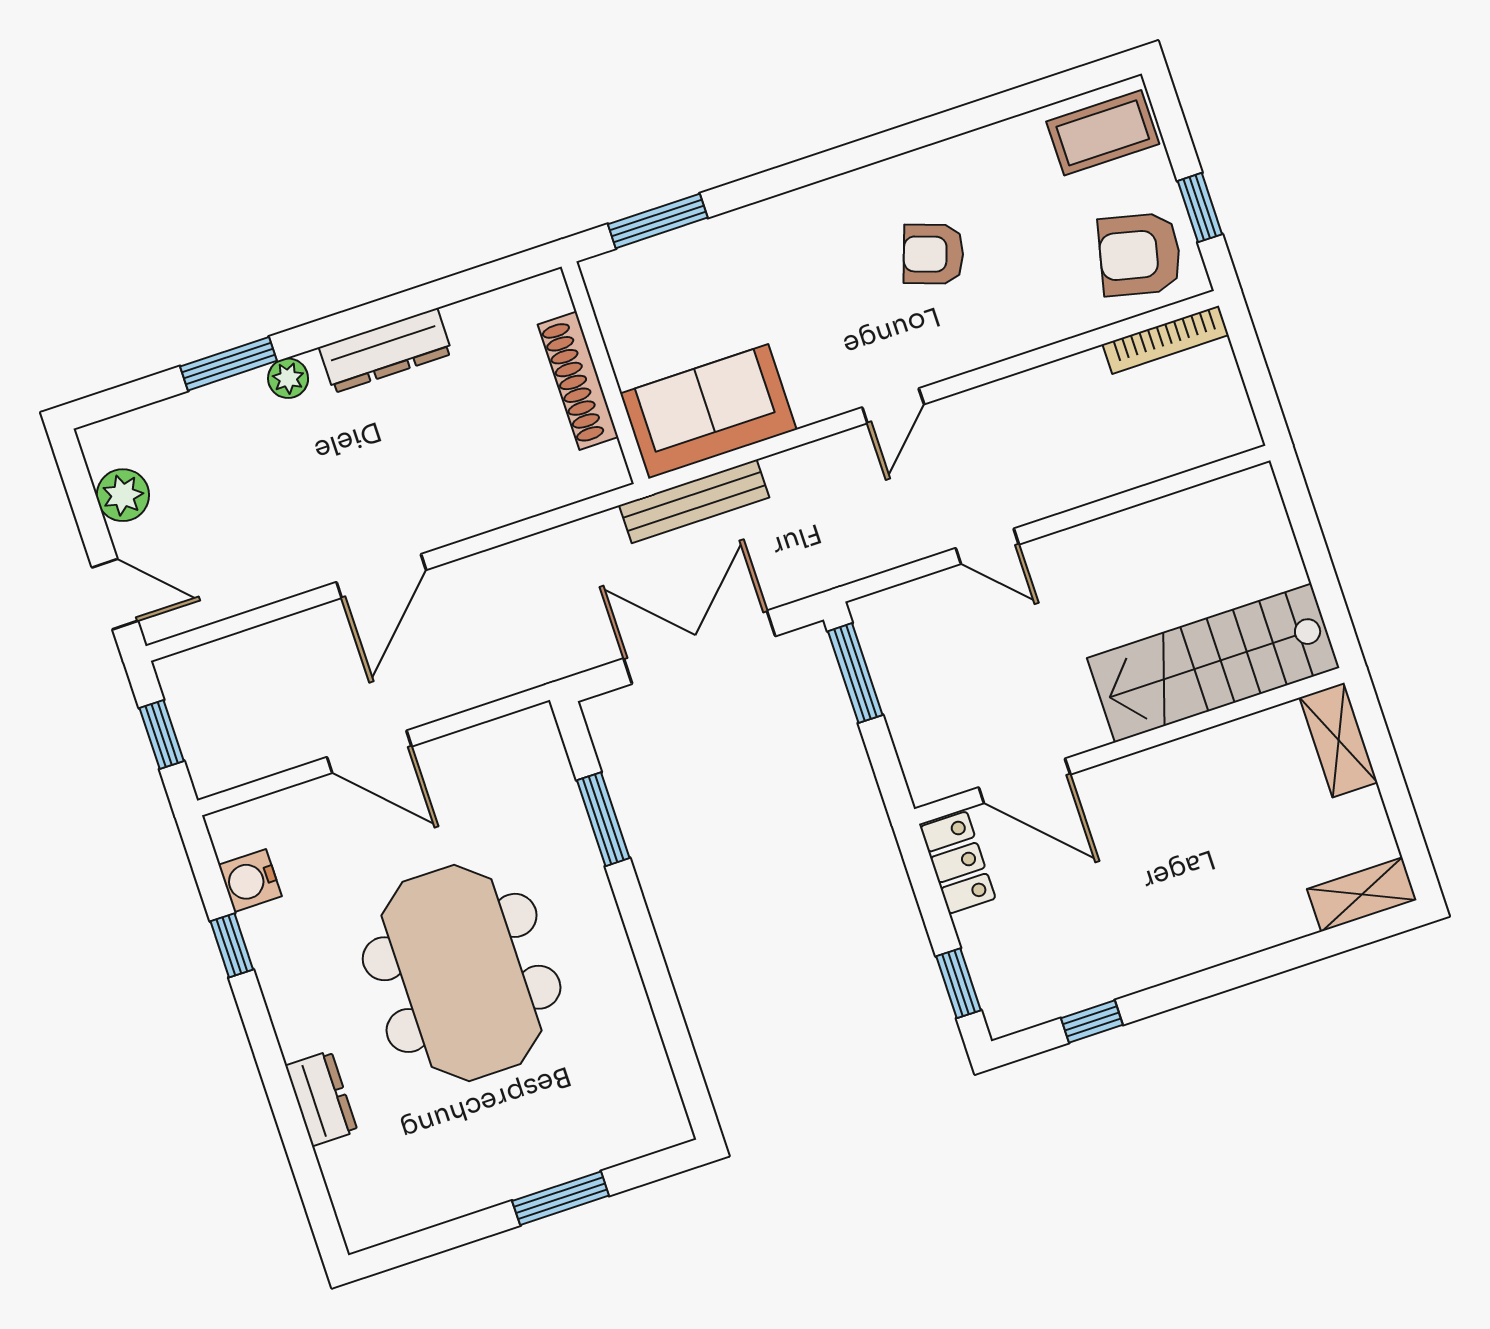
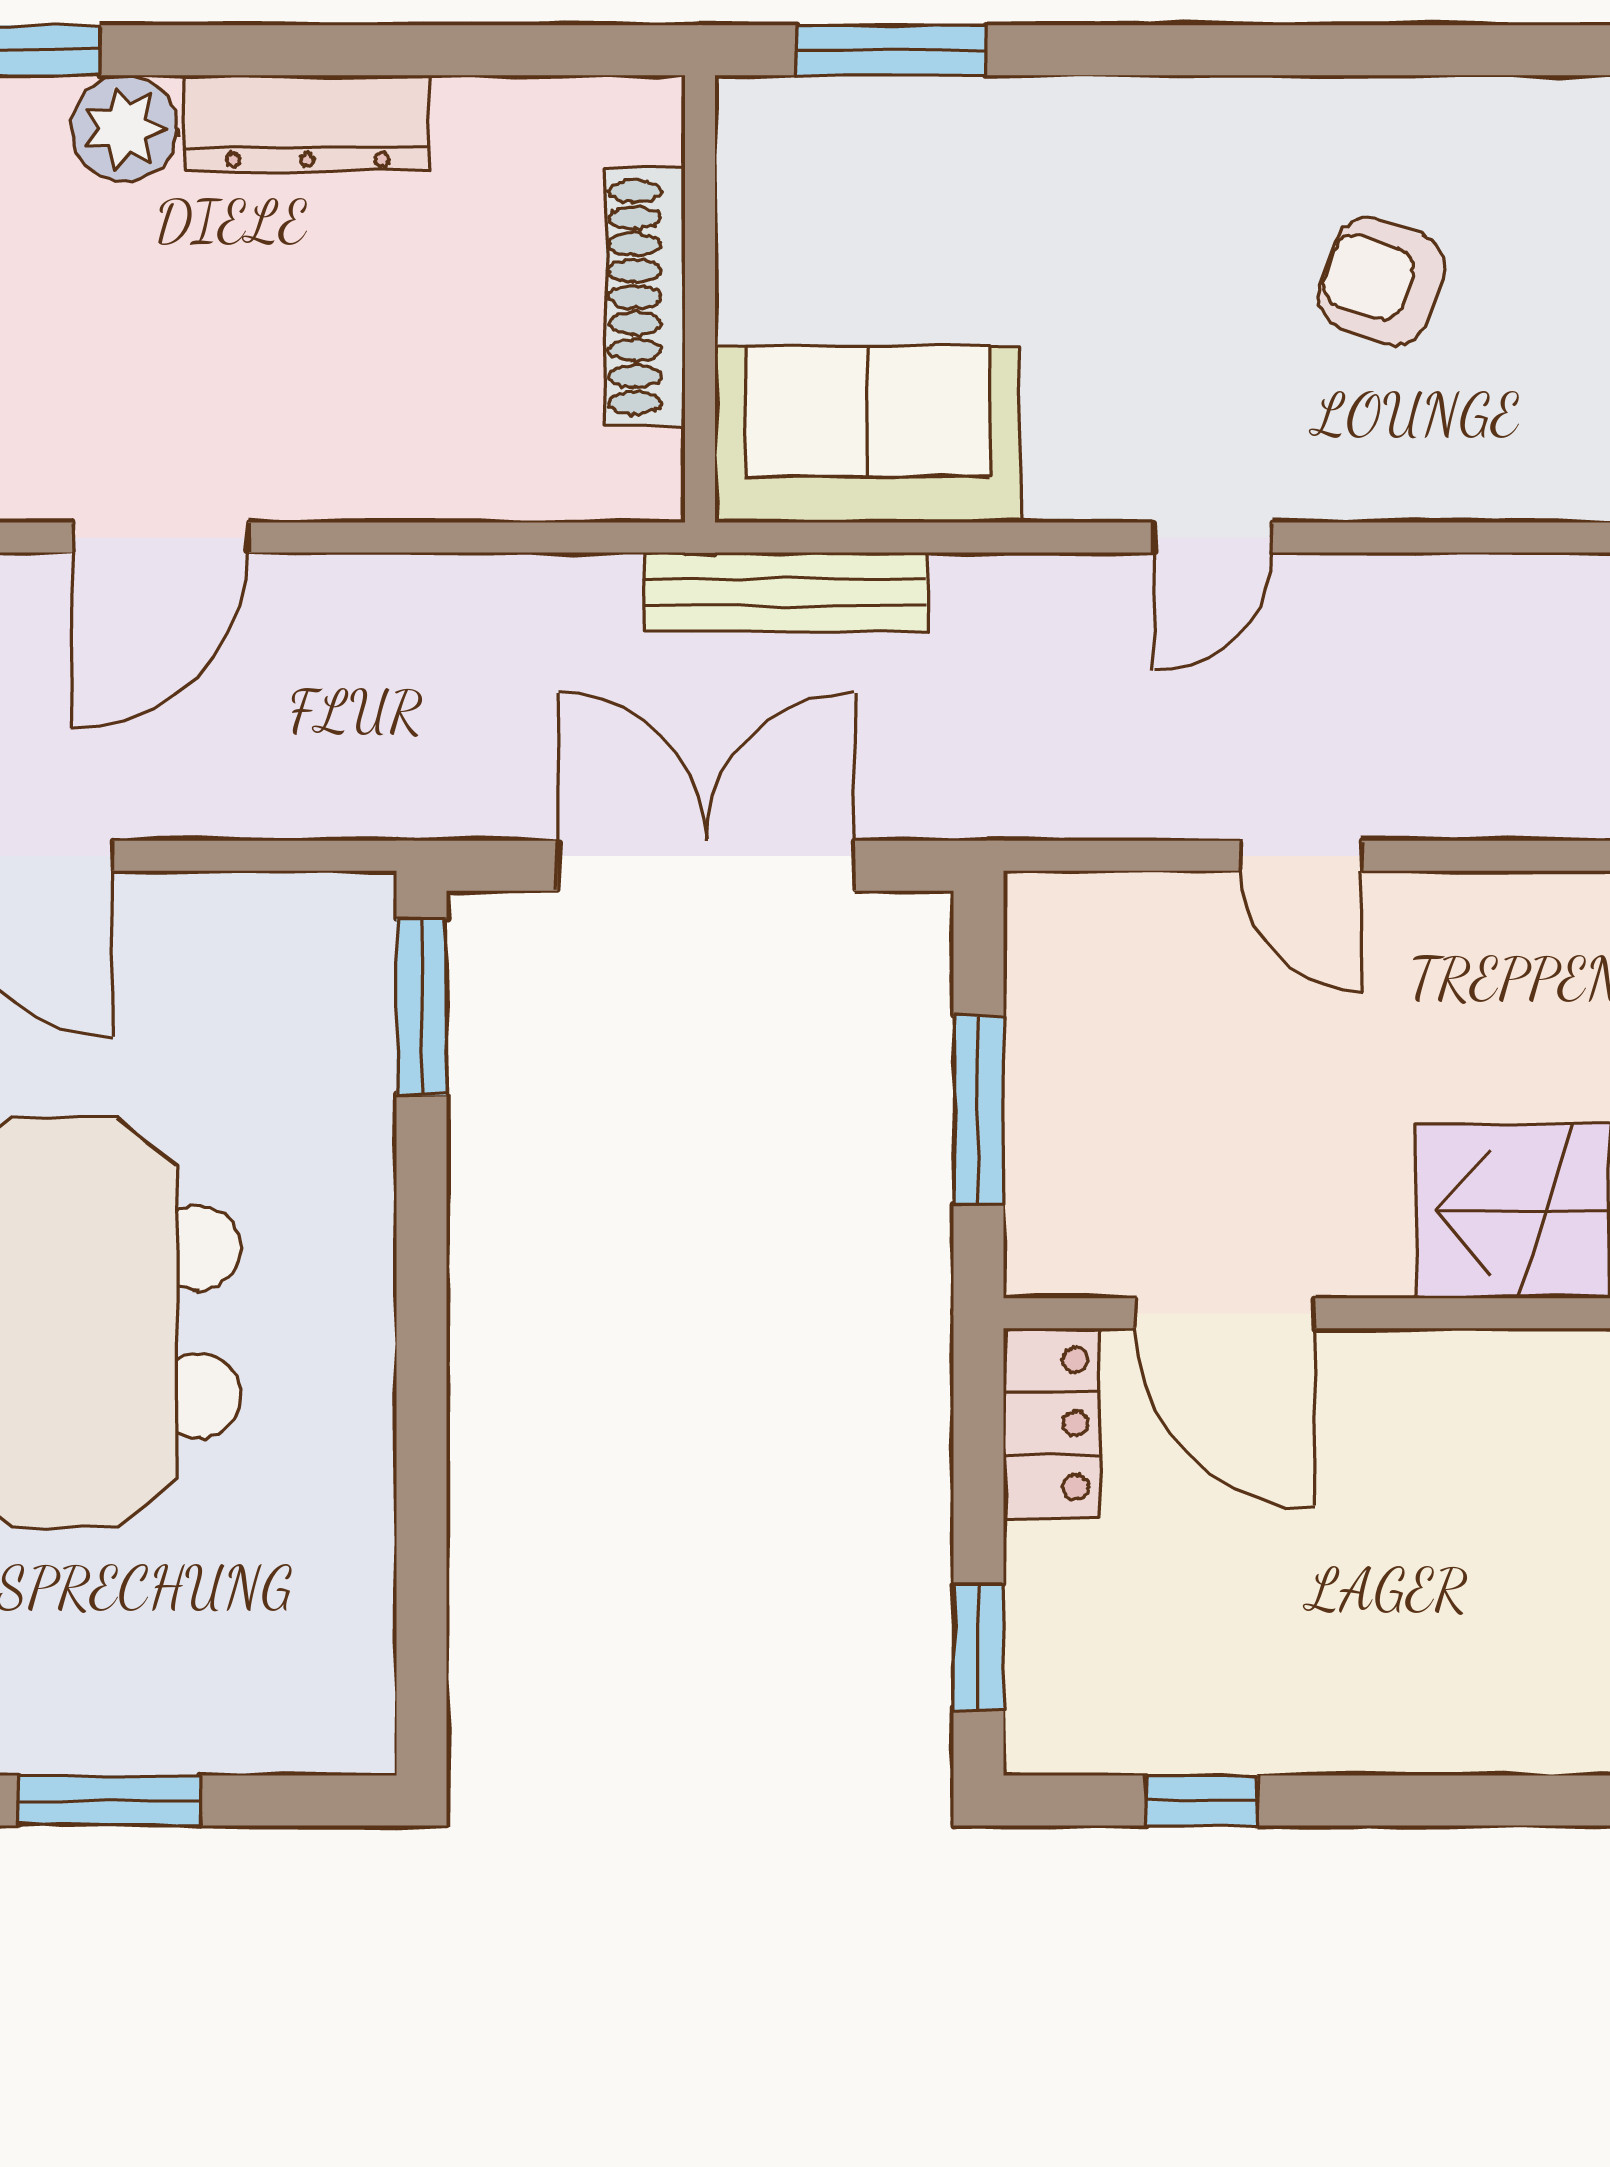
plant: (288, 378) -> (124, 128), width x1.38, depth x1.38
window: (855, 673) -> (979, 1110), moved
window: (603, 819) -> (422, 1007), moved

